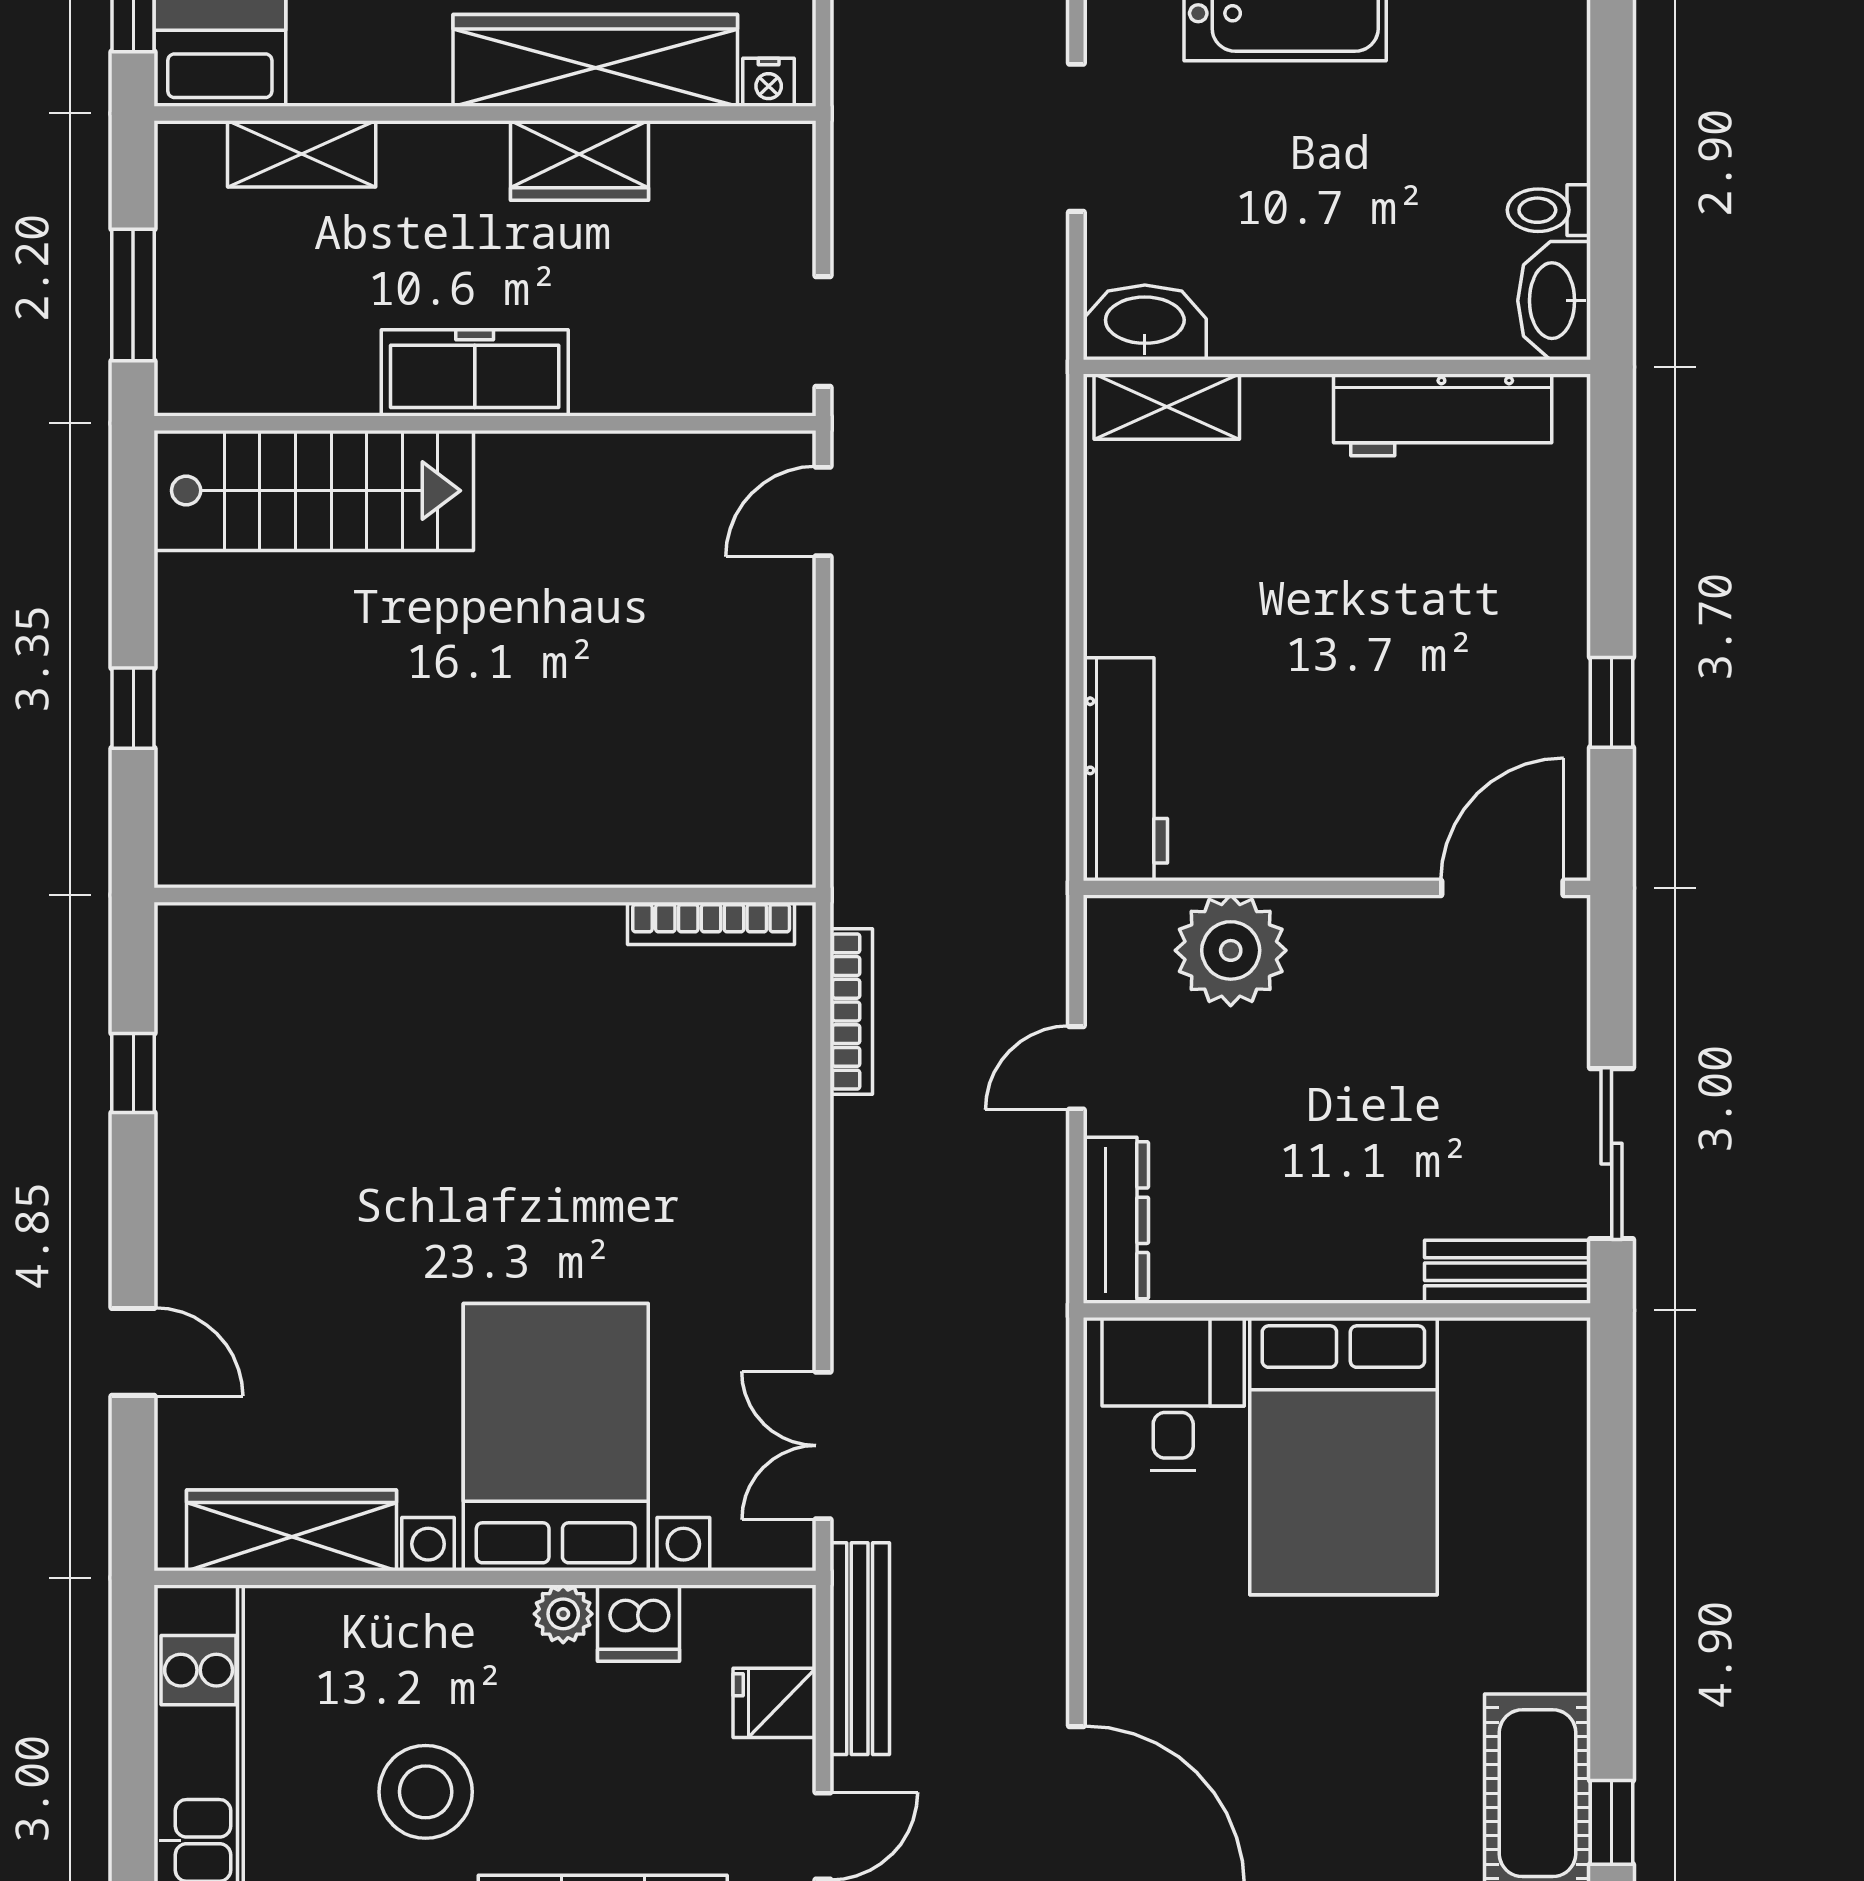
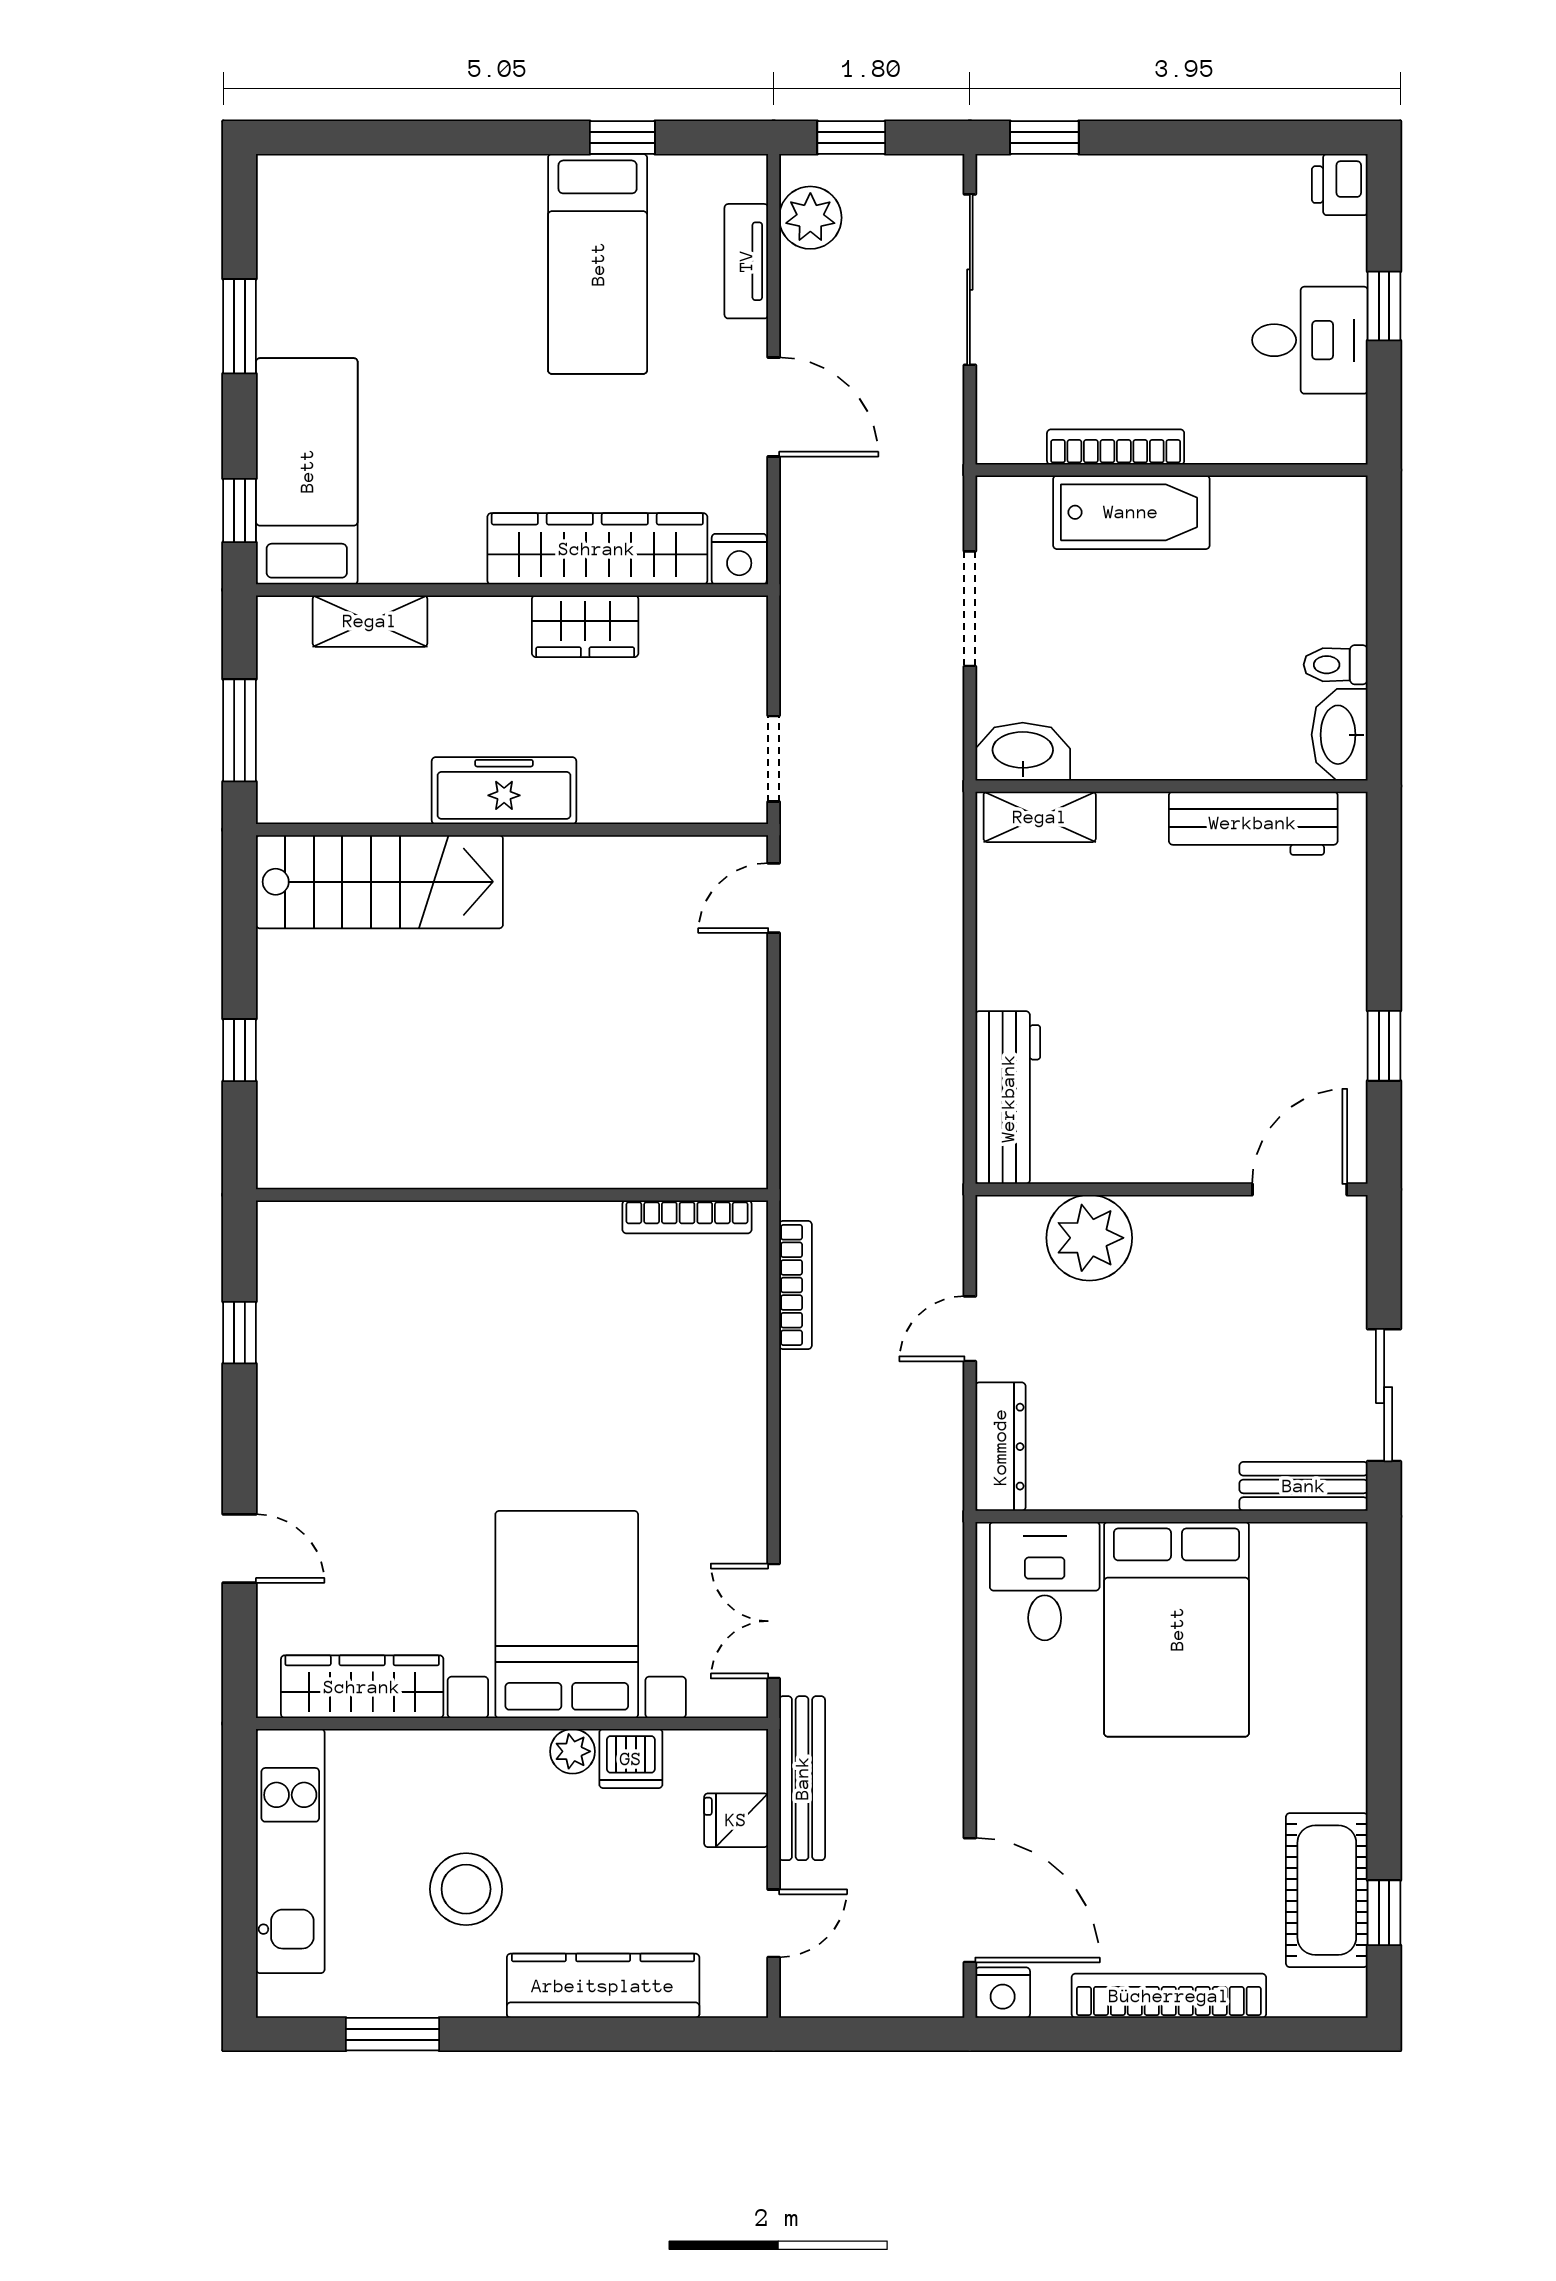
nightstand: (769, 82) -> (739, 559), width x1.39, depth x1.35

